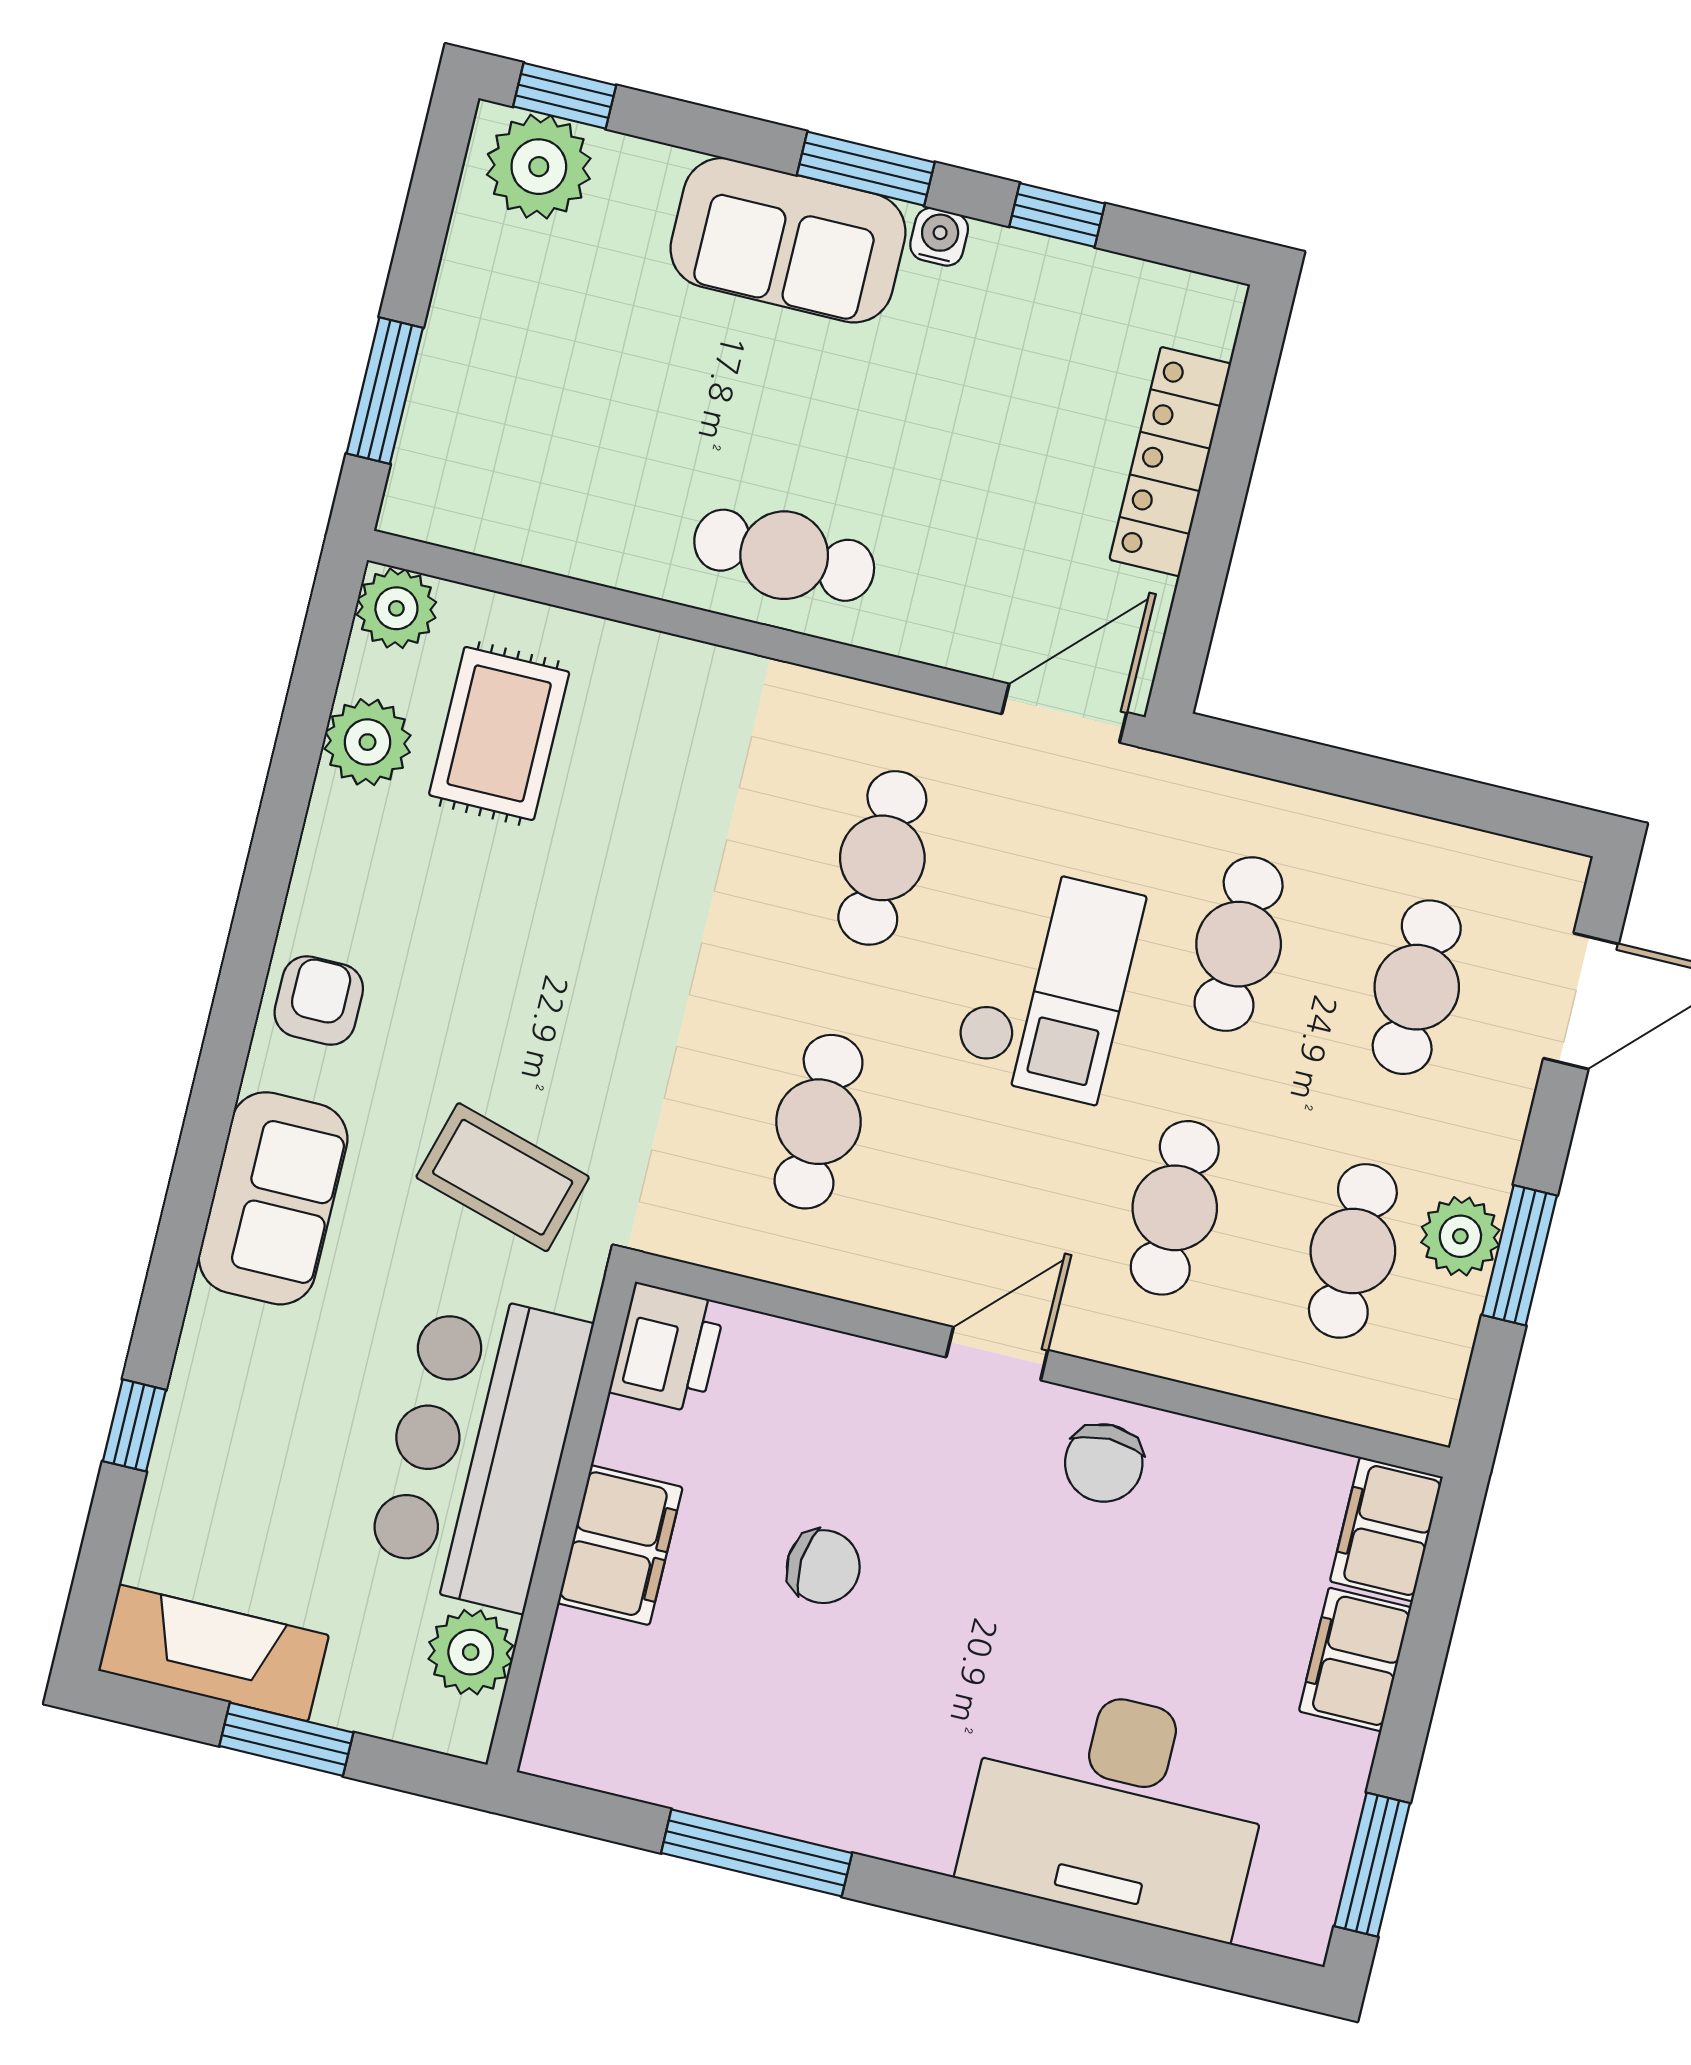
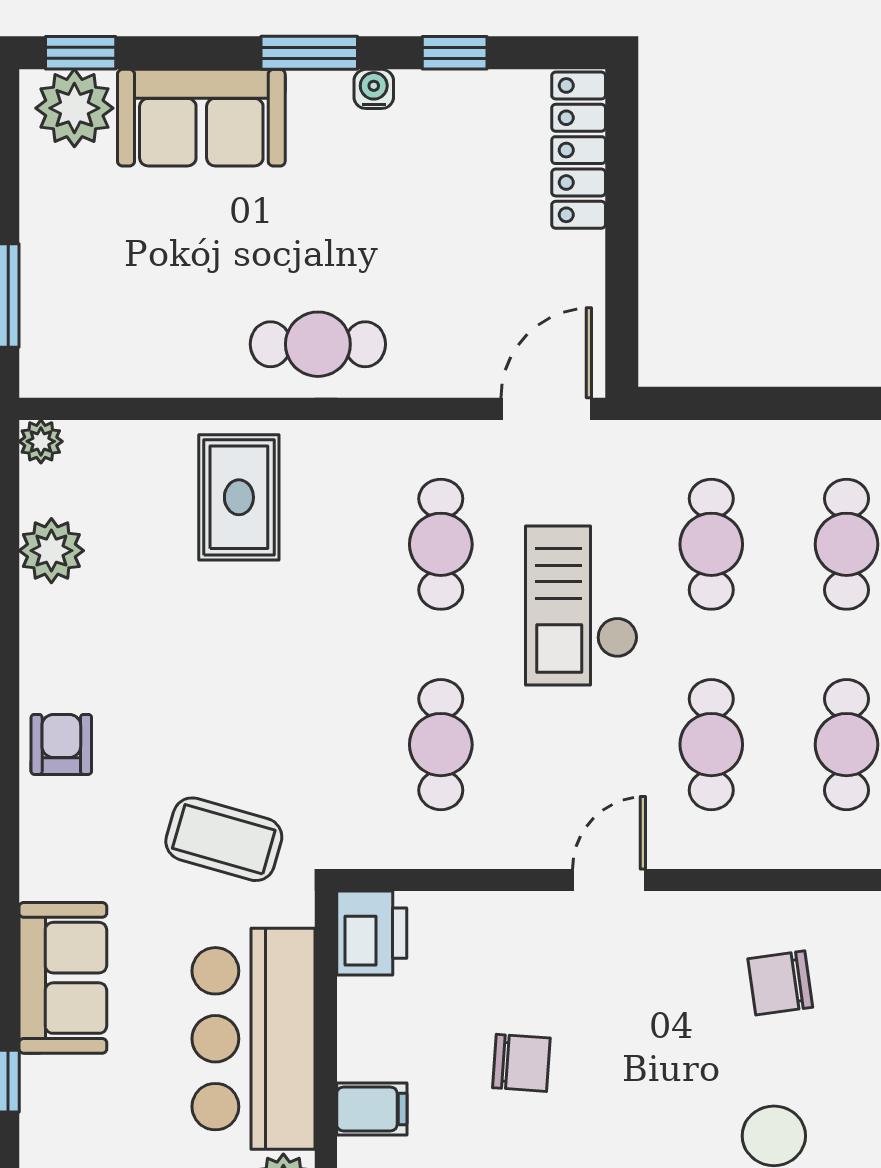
sofa: (788, 240) -> (201, 118), moved
locker: (1170, 462) -> (579, 150), moved
plant: (396, 608) -> (41, 441), width x0.73, depth x0.73
rug: (499, 733) -> (239, 497), moved
checkout: (1048, 983) -> (582, 606), turned 180
sofa: (273, 1198) -> (63, 978), moved
chair: (1104, 1463) -> (780, 983), moved, turned 82
filing cabinet: (620, 1545) -> (372, 1109), width x0.50

